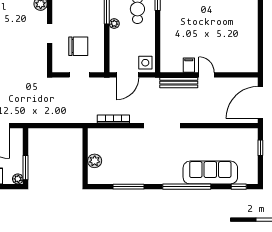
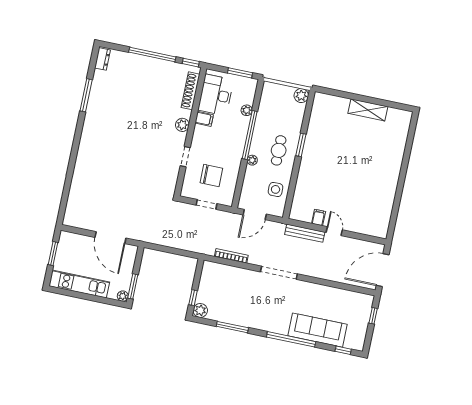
side table: (145, 63) -> (276, 189), moved
plant: (95, 161) -> (200, 310), moved
window: (85, 166) -> (193, 298), added

